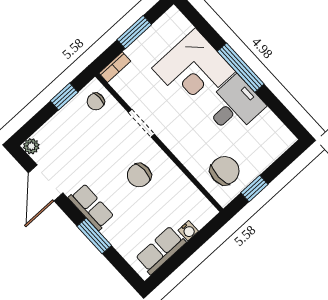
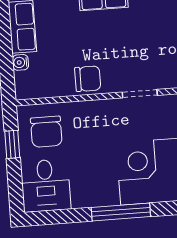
desk: (234, 106) -> (46, 185), moved
chair: (139, 175) -> (88, 79), moved, turned 90

